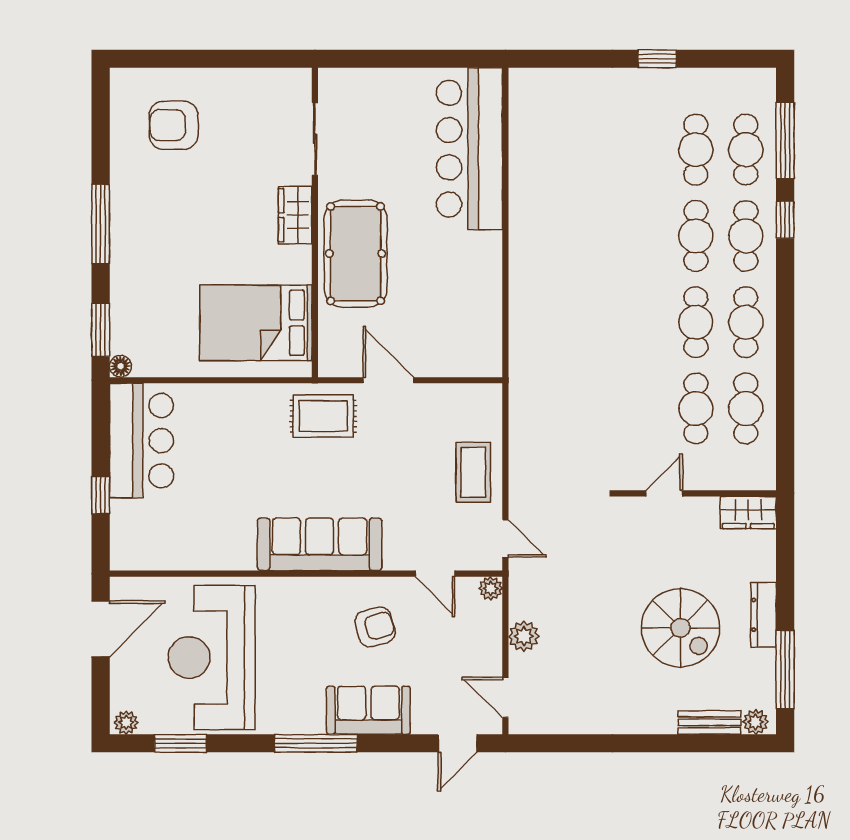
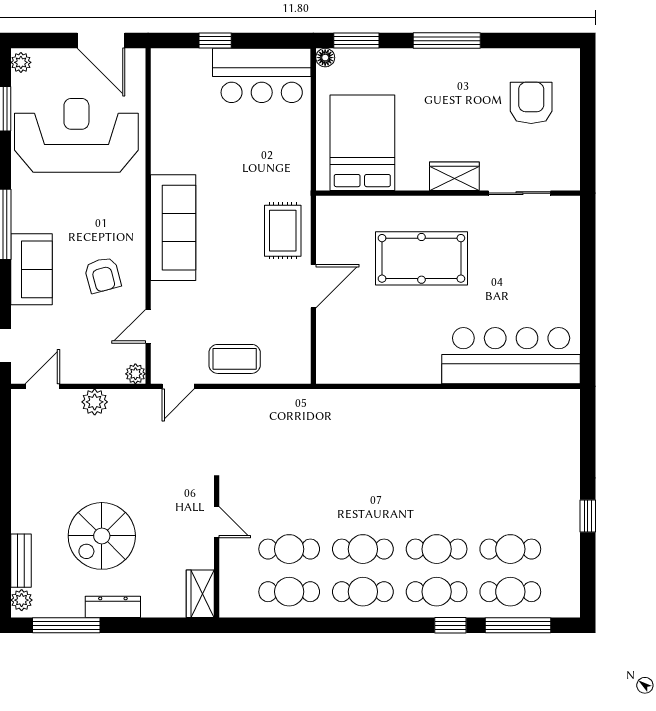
sliding door: (315, 139) -> (520, 193), moved
wardrobe: (295, 215) -> (454, 176), moved
wall: (315, 222) -> (448, 193), moved
bed: (256, 323) -> (362, 143), moved

